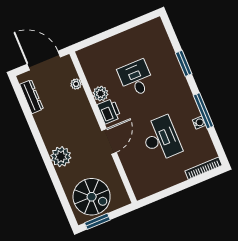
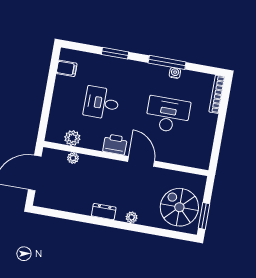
filing cabinet: (146, 32) -> (67, 68), added
plant: (101, 94) -> (72, 138), moved
dresser: (31, 97) -> (104, 212), moved, width x0.70
plant: (61, 157) -> (132, 217), width x0.53, depth x0.53
spiral stairs: (92, 197) -> (179, 207), turned -90

